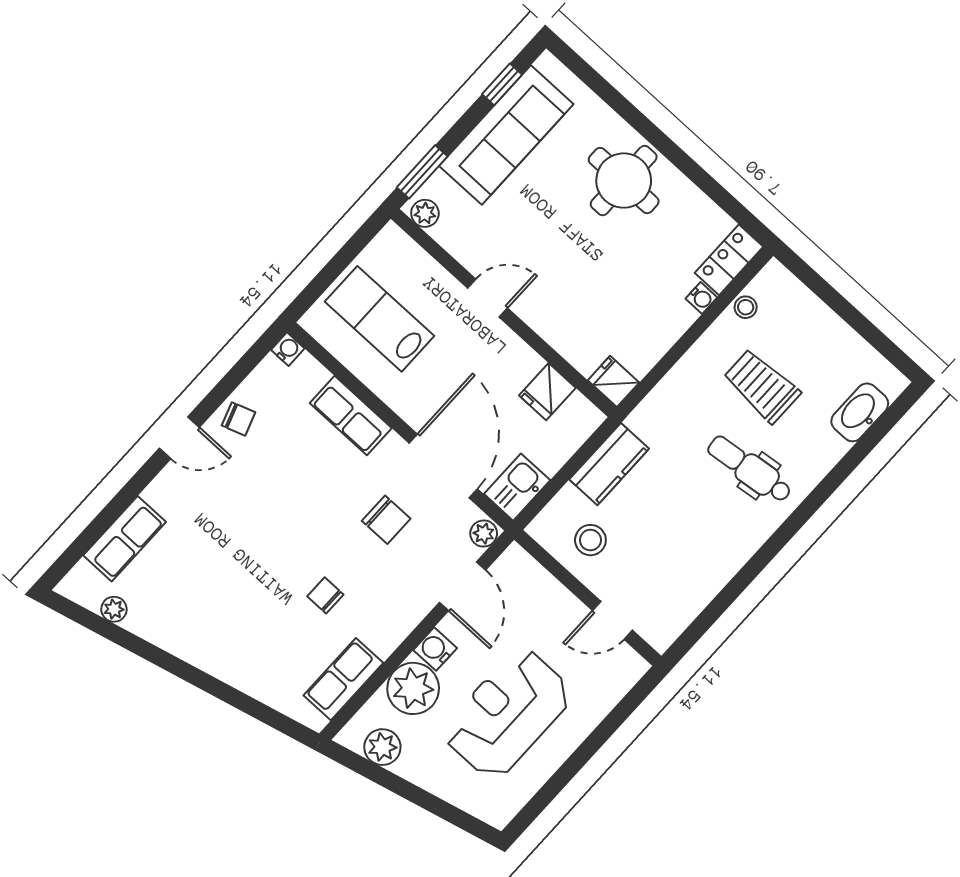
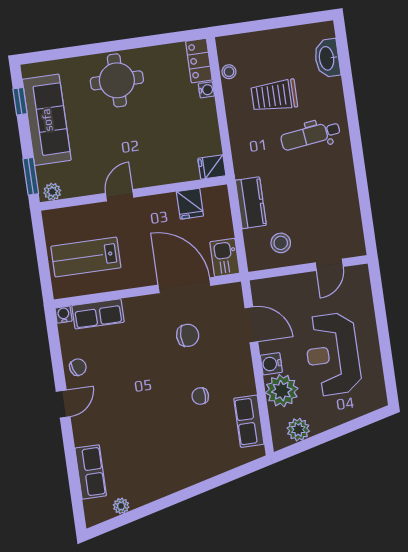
row of seats: (351, 416) -> (98, 314), moved
plant: (484, 533) -> (234, 293), removed

